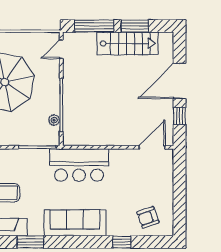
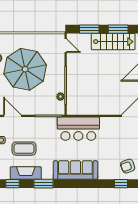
window: (94, 26) -> (89, 29), width x0.69
door: (61, 49) -> (66, 46), swing flipped
window: (122, 242) -> (121, 184), moved

